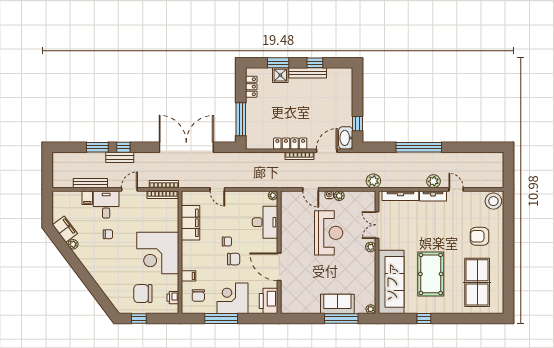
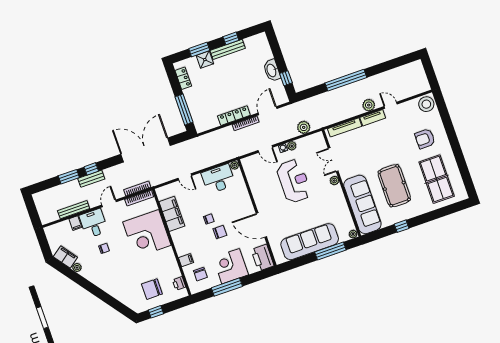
washbasin: (346, 138) -> (272, 70), moved
plant: (373, 181) -> (304, 127), moved
desk: (265, 222) -> (218, 179), moved, turned -90
corner desk: (158, 253) -> (147, 234), moved
sofa: (337, 304) -> (310, 242), width x1.85, depth x1.27

